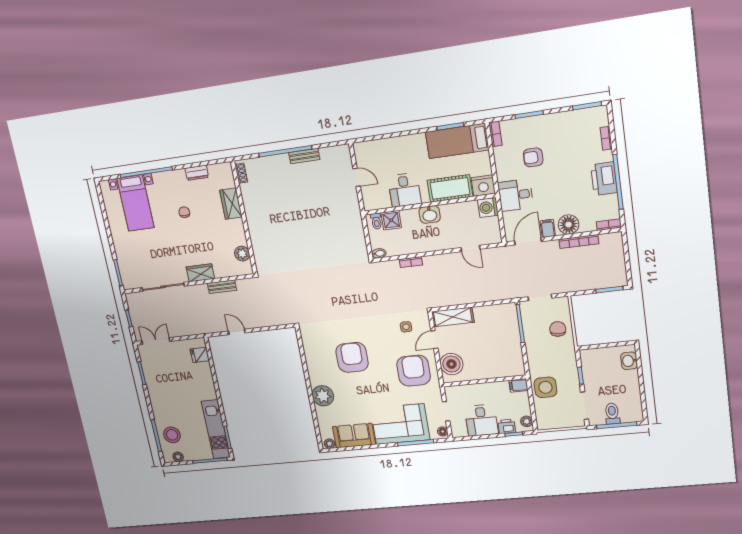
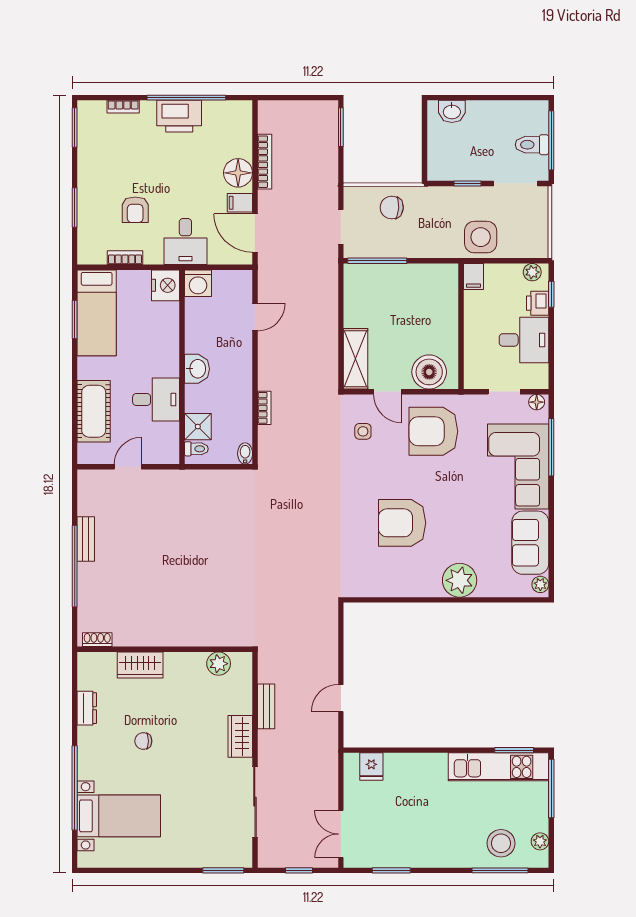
bookcase: (495, 134) -> (125, 258), moved
cot: (450, 188) -> (94, 411), moved
bookcase: (609, 225) -> (246, 117), removed

